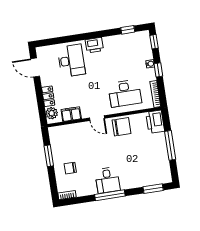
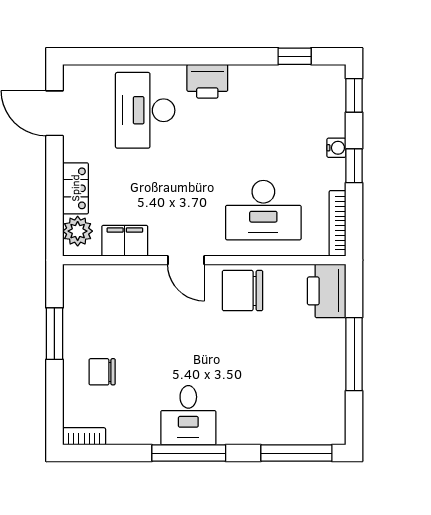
desk: (71, 61) -> (145, 110), turned 180
chair: (121, 127) -> (243, 291), turned 180
window: (153, 189) -> (296, 453), width x1.44

